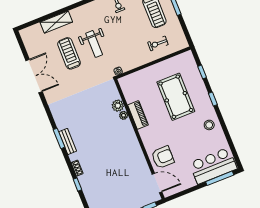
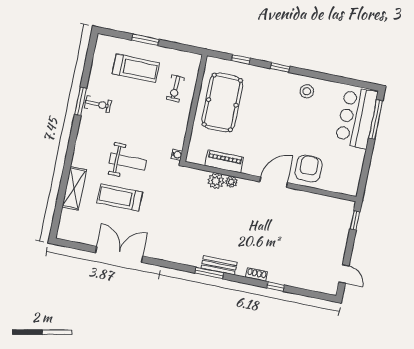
pool table: (176, 97) -> (222, 102), moved, turned 90
piano: (138, 115) -> (224, 161), moved
door: (157, 183) -> (274, 182), moved

